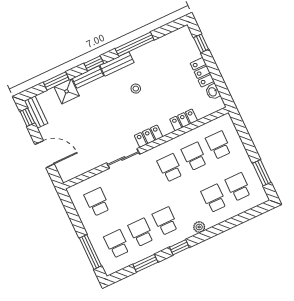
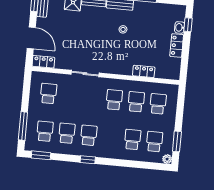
washbasin: (213, 92) -> (180, 27), moved
locker: (149, 136) -> (43, 62), moved
plant: (199, 227) -> (167, 159), moved
window: (145, 263) -> (41, 155), moved

